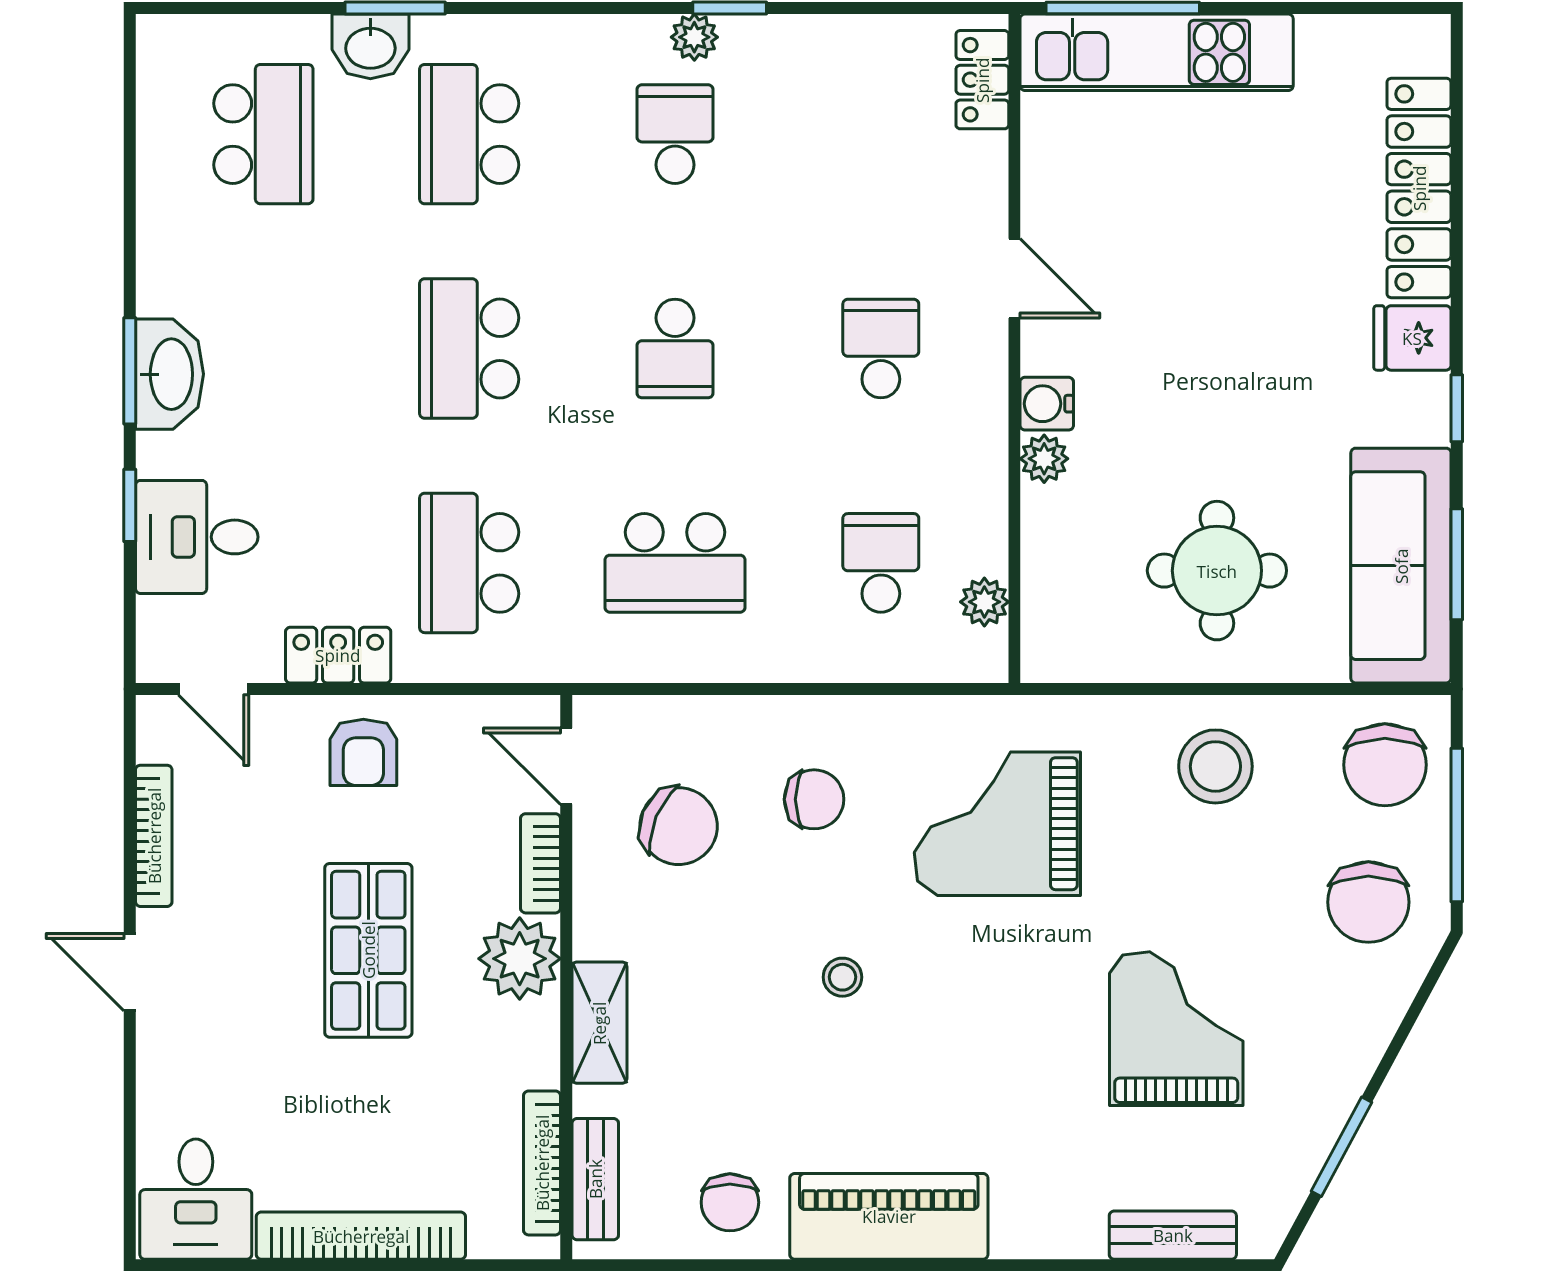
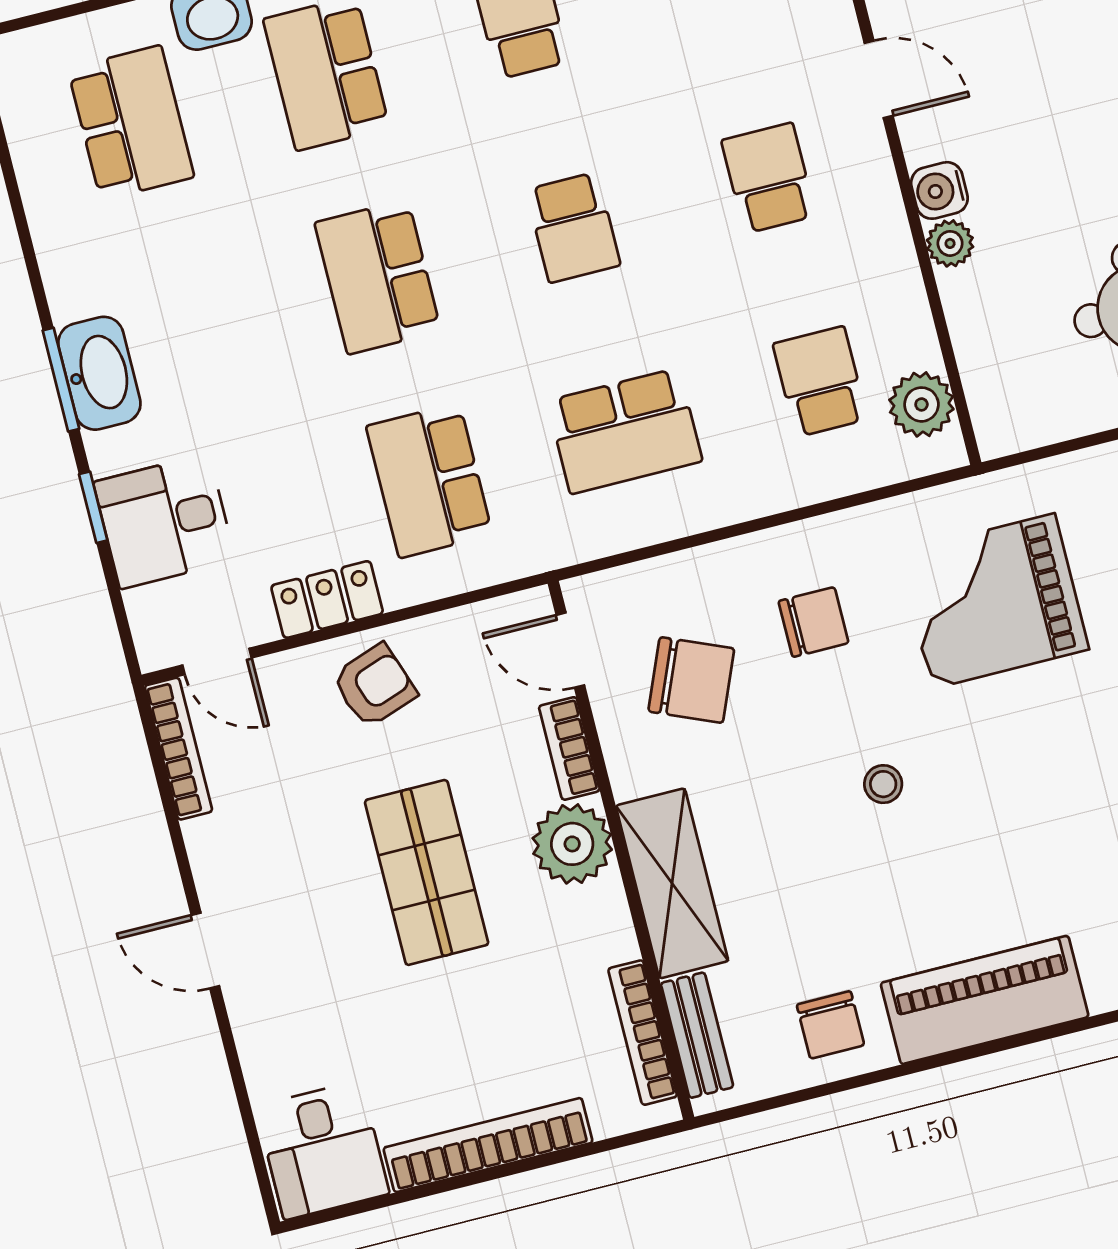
plant: (984, 602) -> (921, 404), width x1.38, depth x1.38
armchair: (363, 752) -> (374, 686), turned -109
bookcase: (154, 836) -> (178, 749), moved
shelving: (599, 1023) -> (672, 883), width x1.50, depth x1.33

